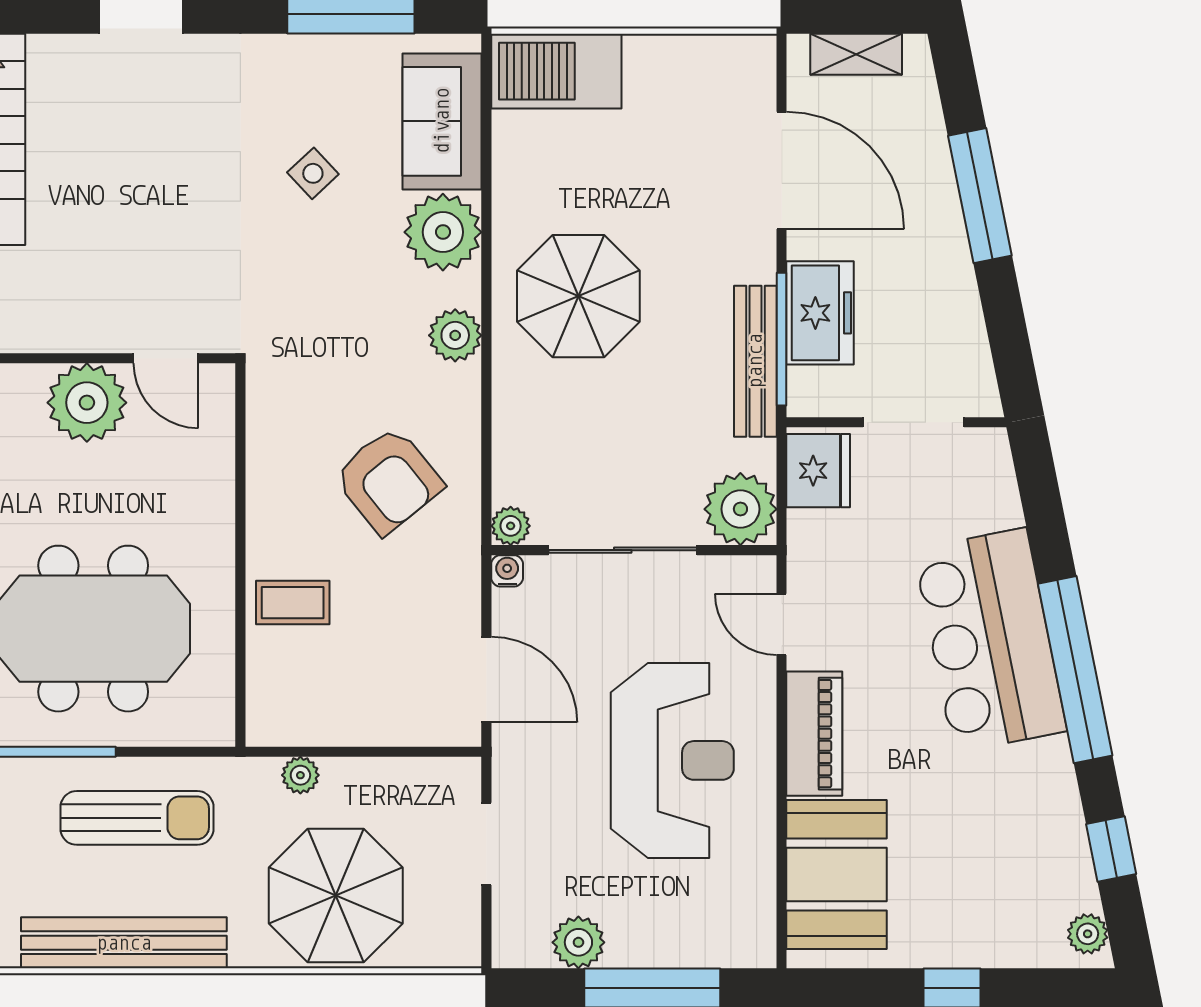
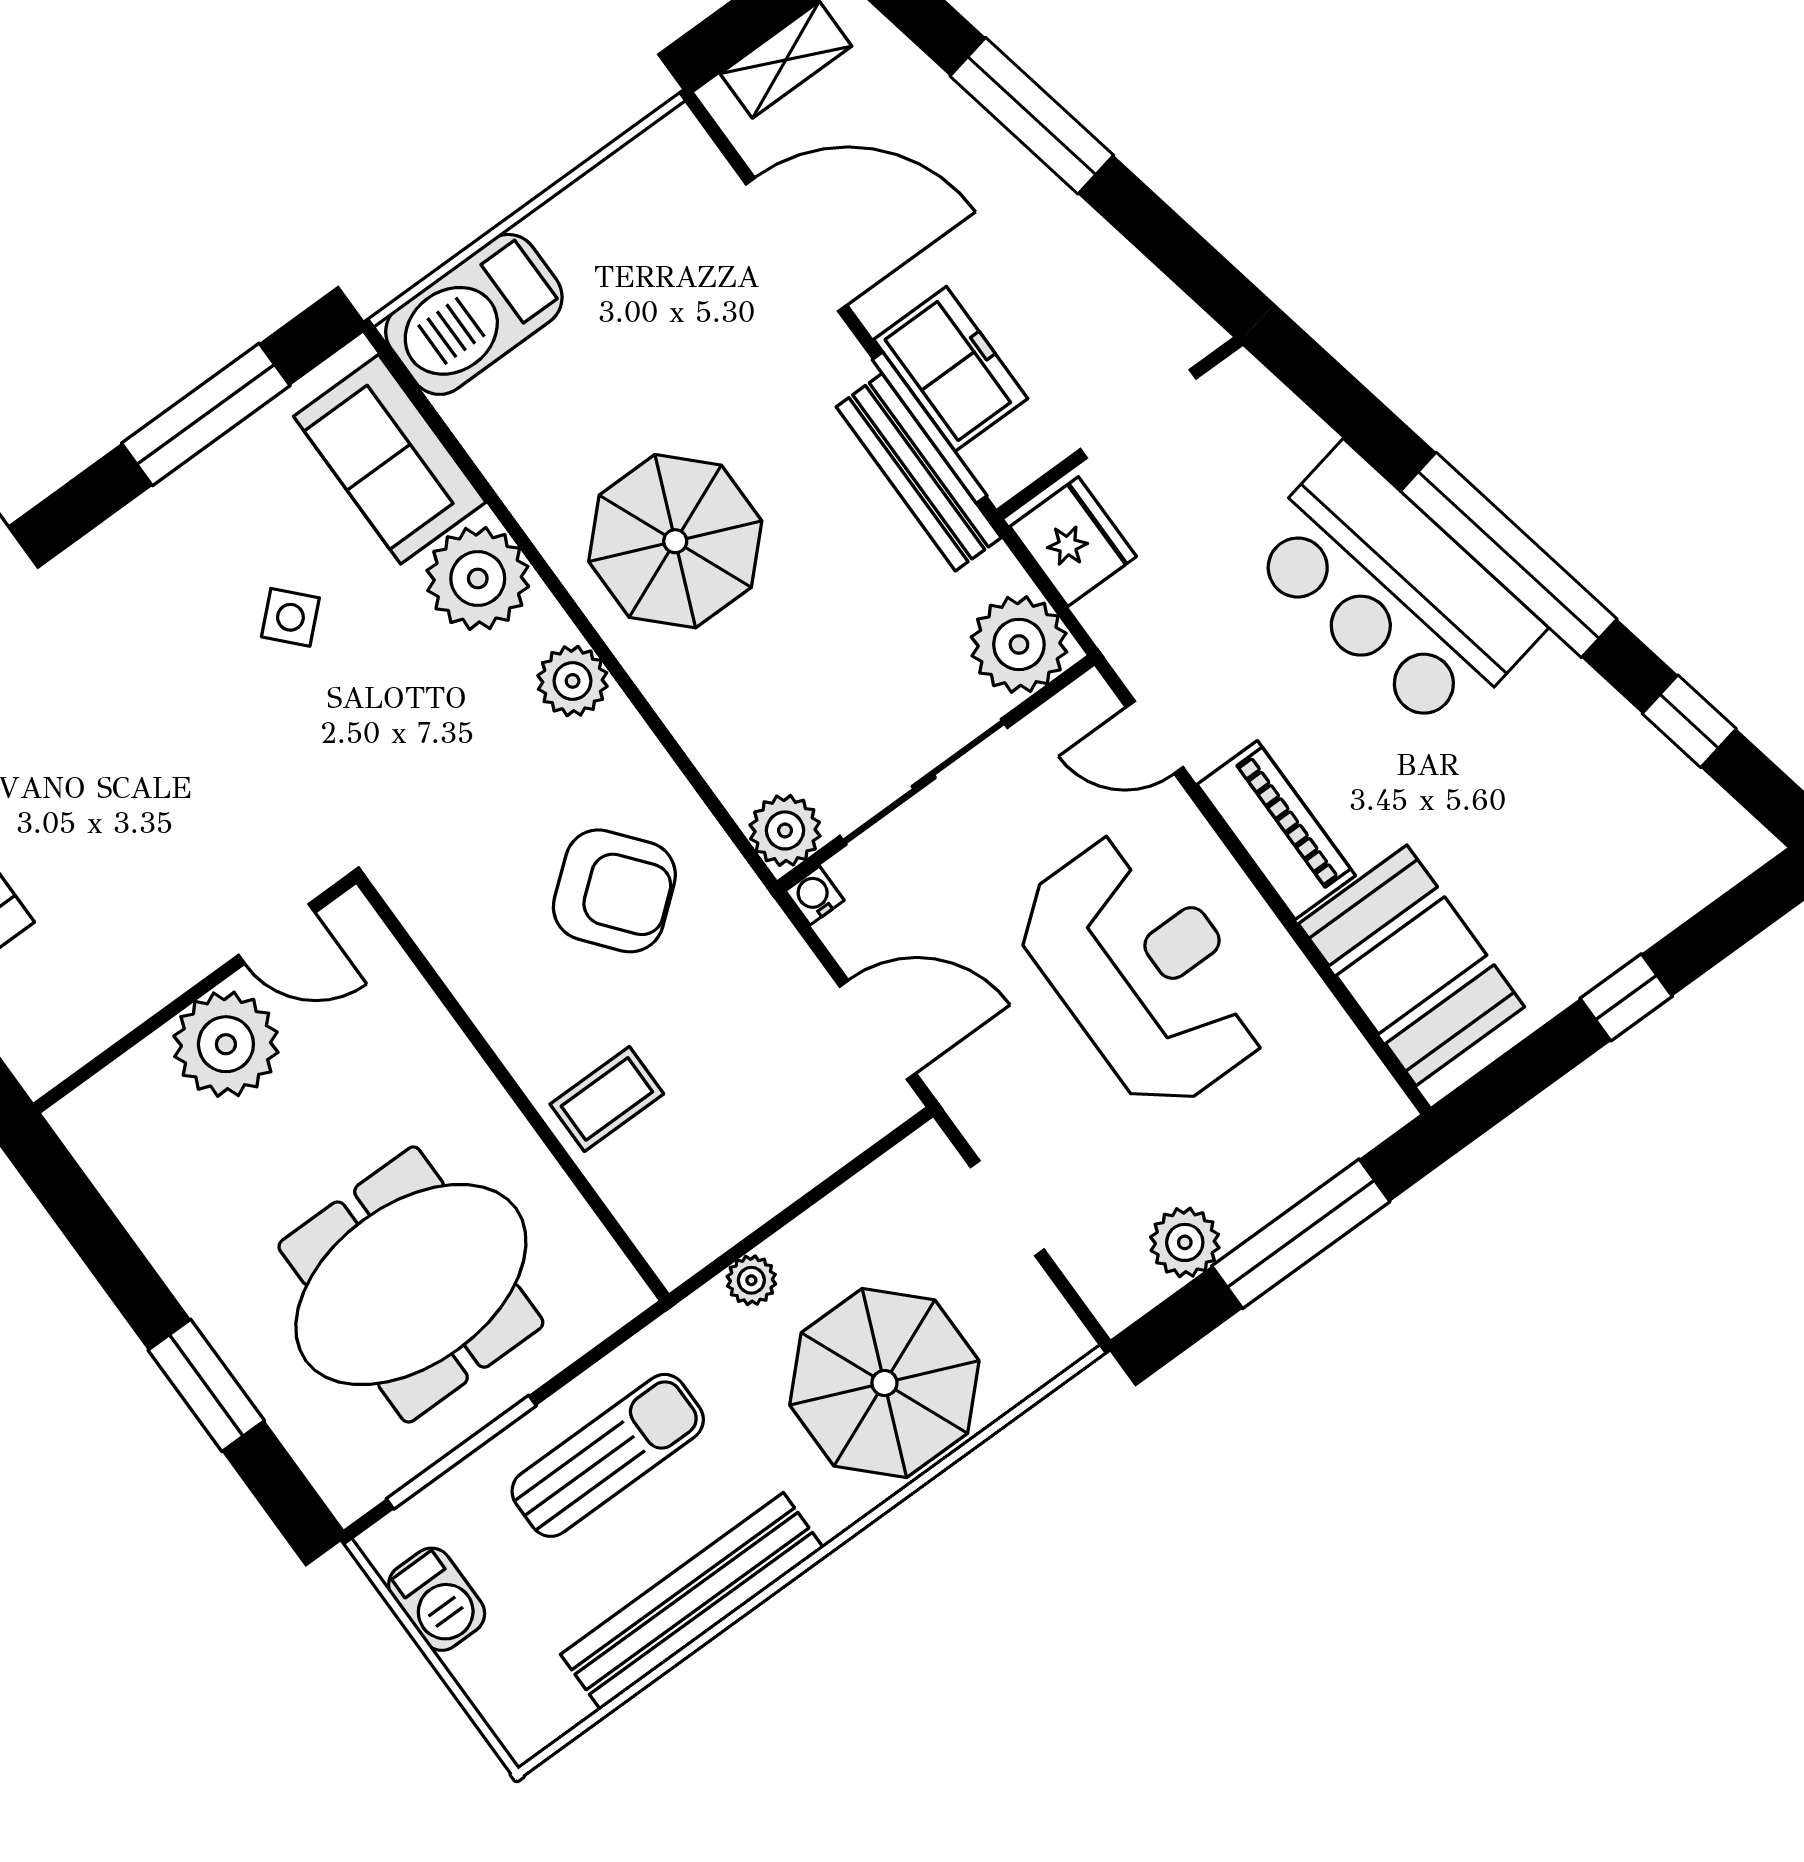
plant: (511, 526) -> (785, 830), width x1.38, depth x1.38
plant: (1088, 934) -> (1731, 832), removed

